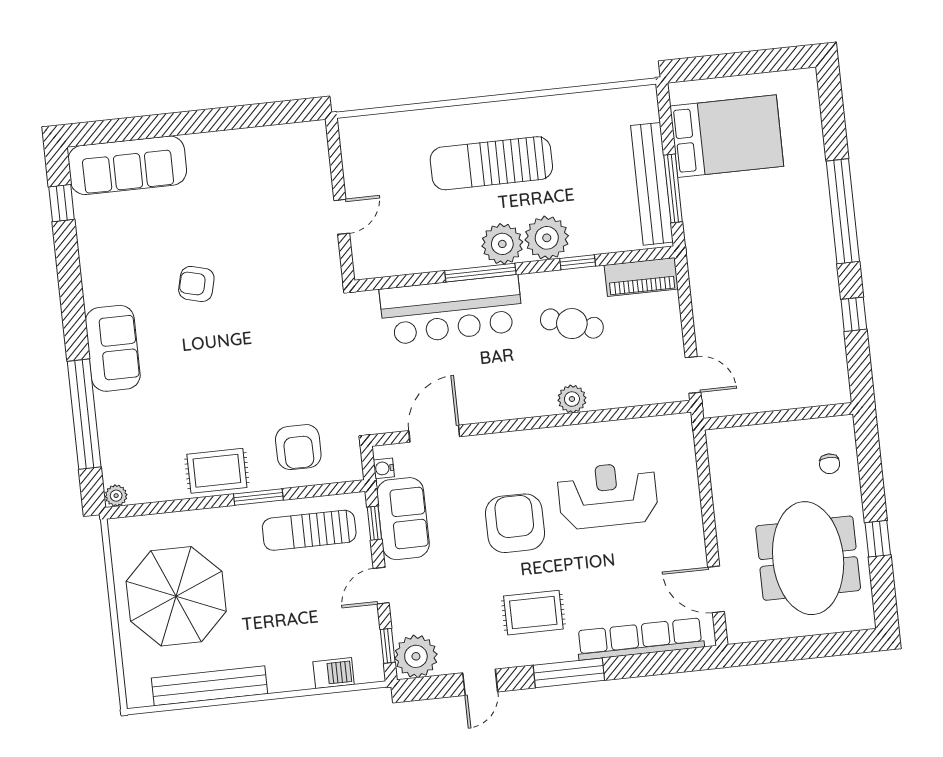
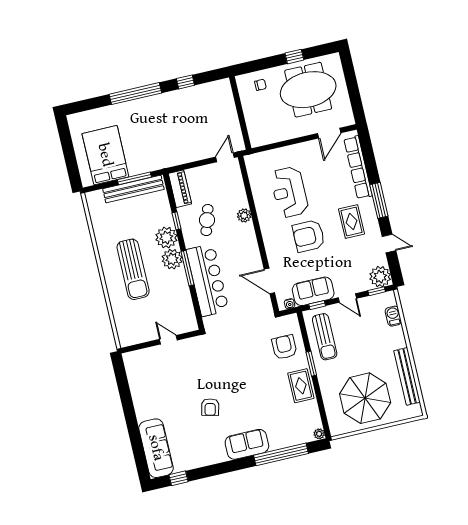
armchair: (298, 447) -> (284, 347), turned -90

